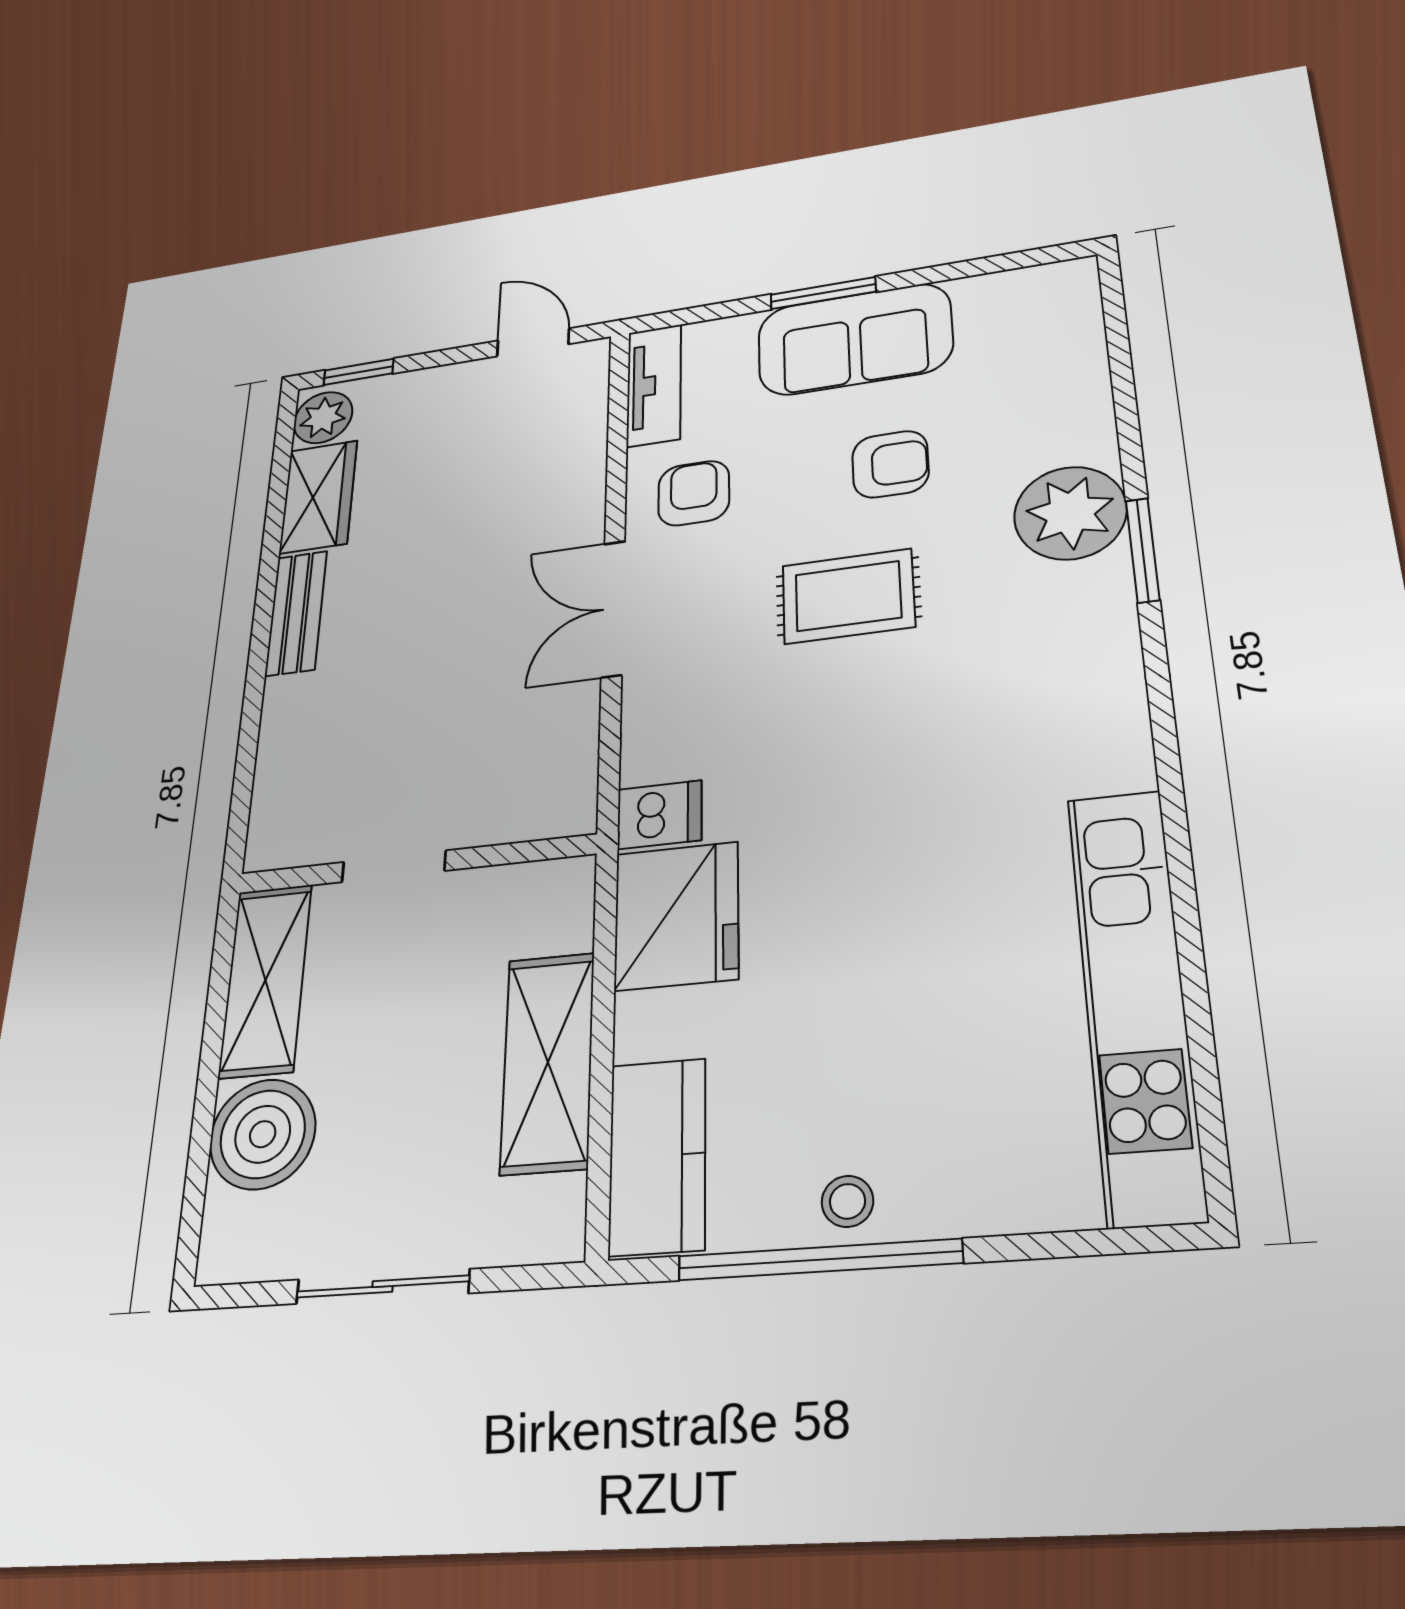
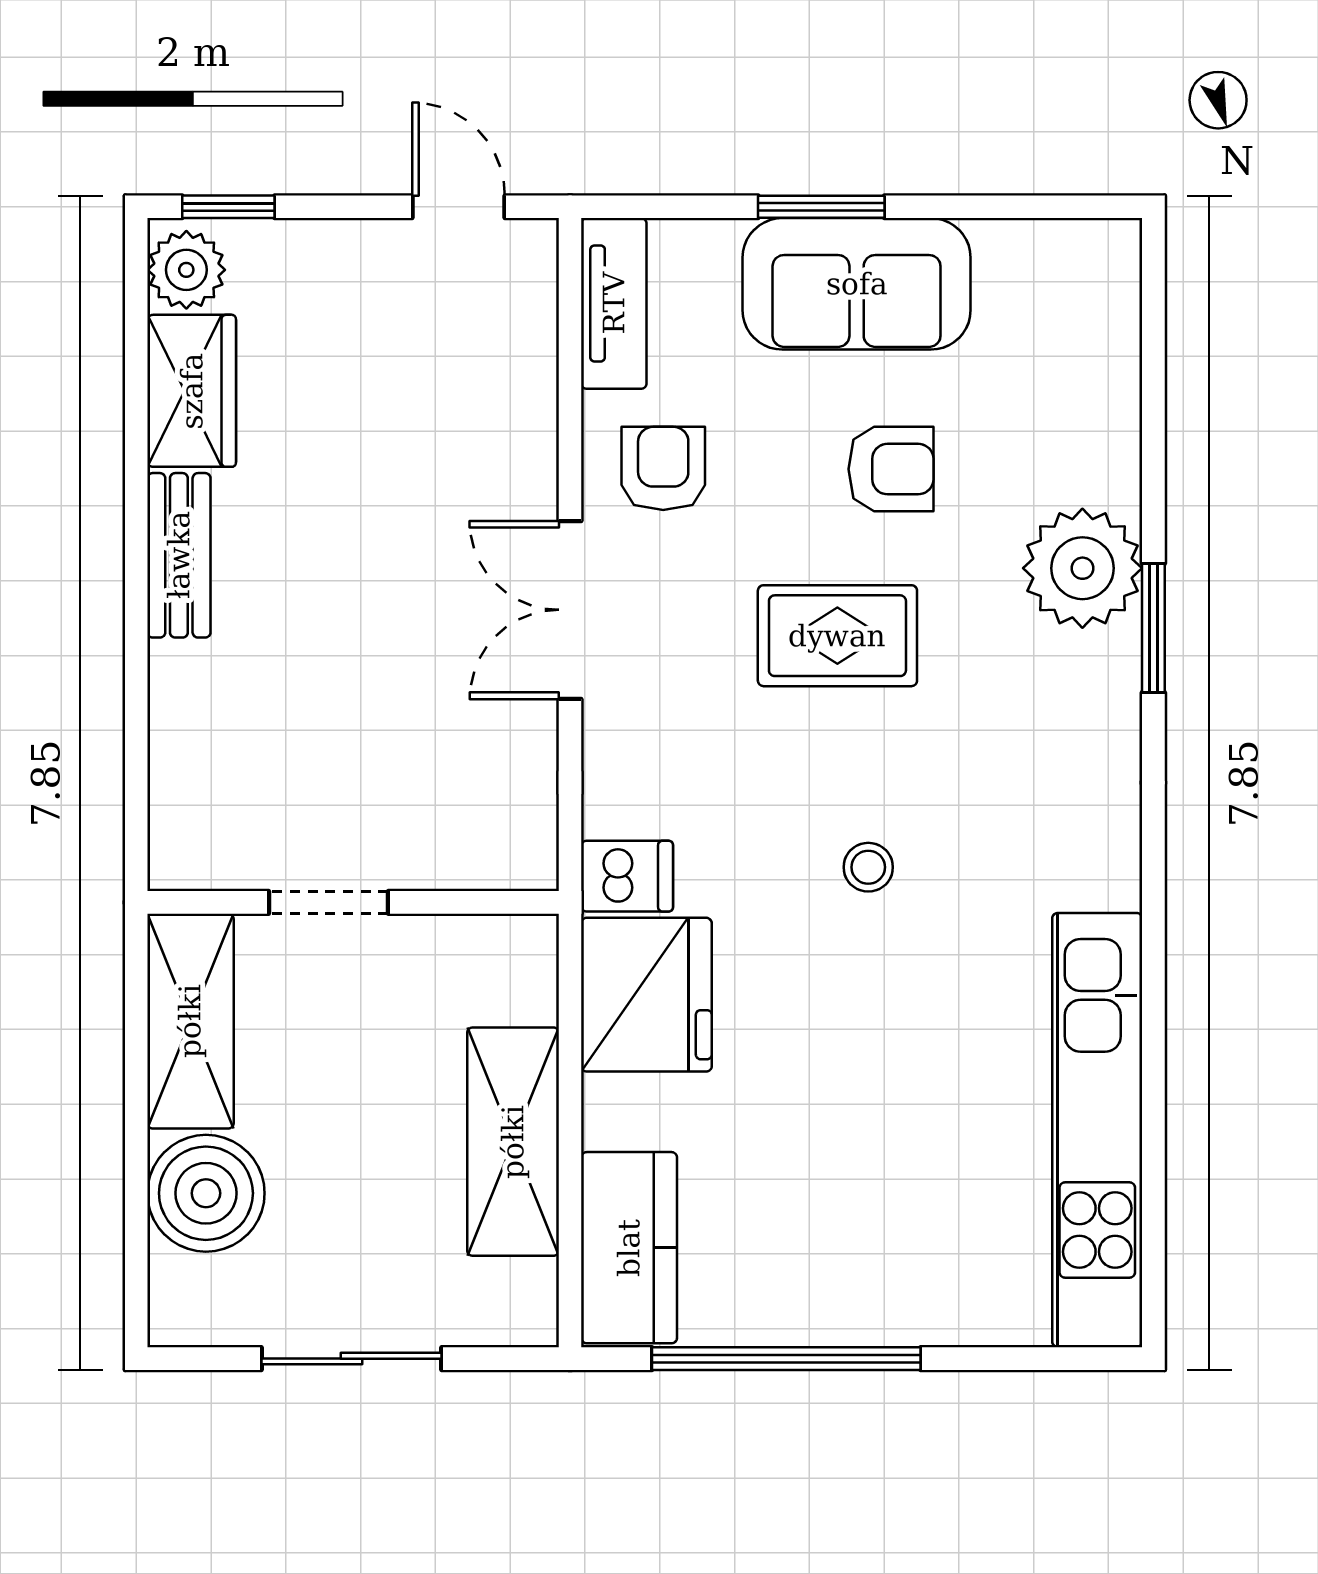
stool: (847, 1201) -> (868, 867), moved

